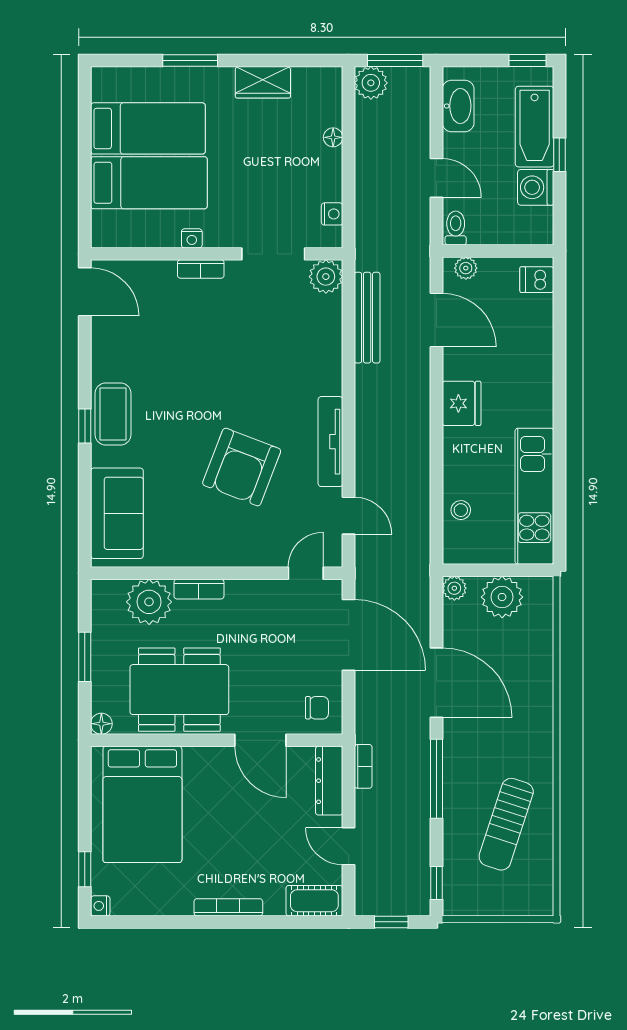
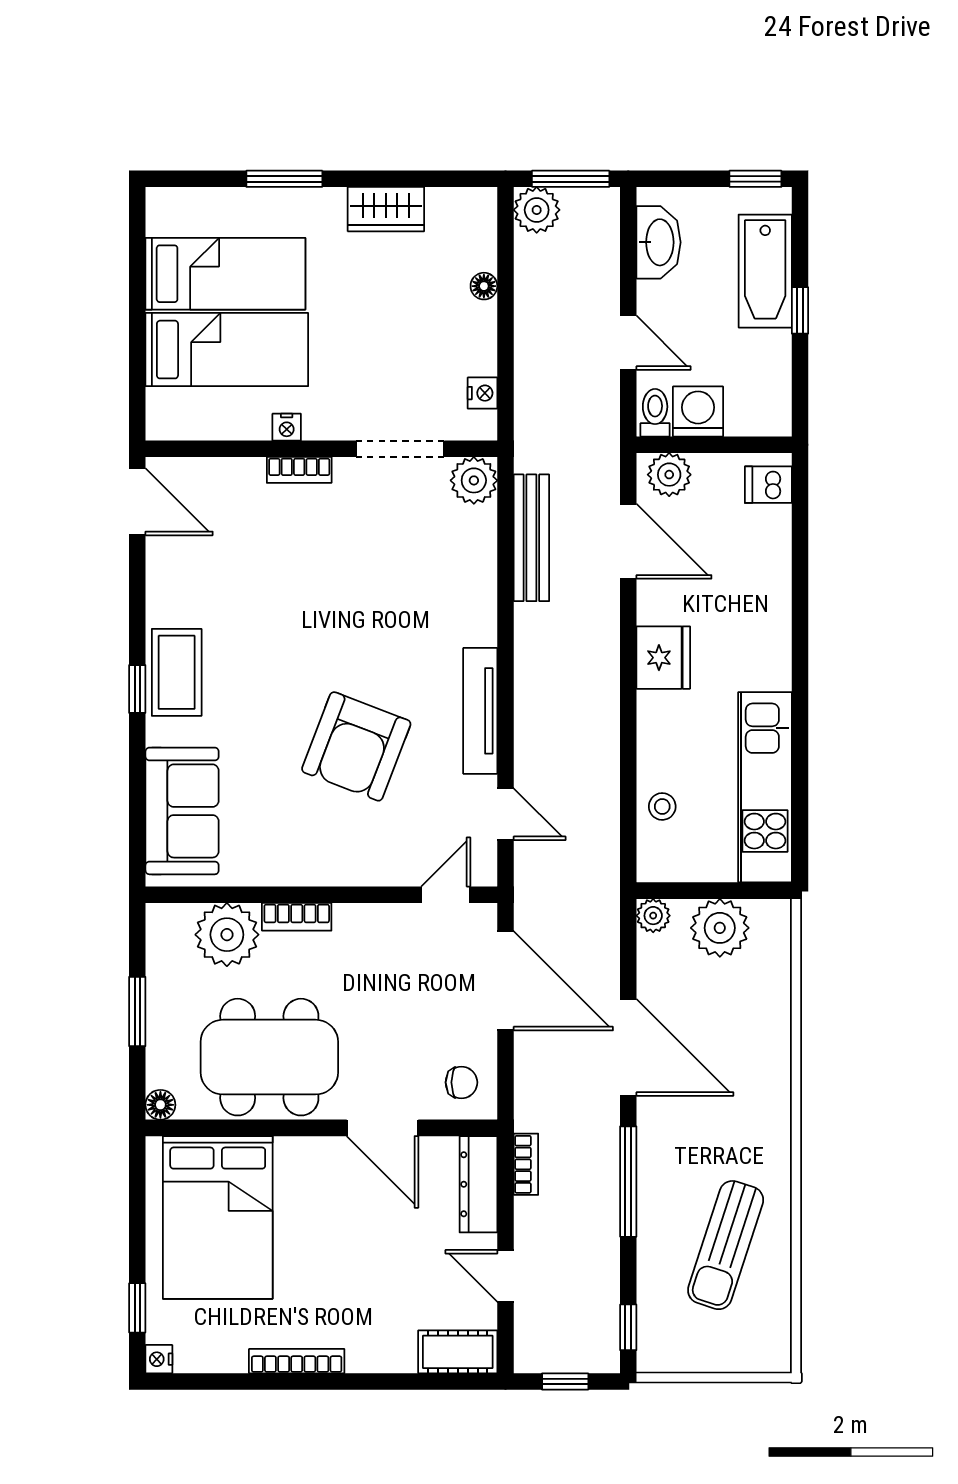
washing machine: (536, 187) -> (698, 411), moved, turned 90
plant: (466, 268) -> (669, 475), width x1.38, depth x1.38
bookcase: (228, 907) -> (297, 1361), moved

